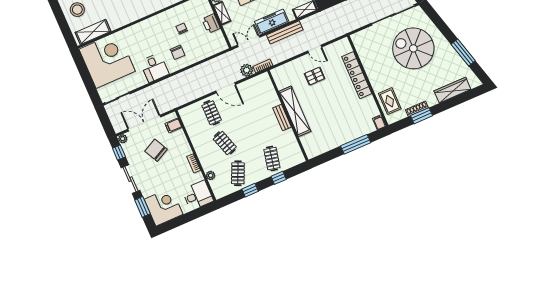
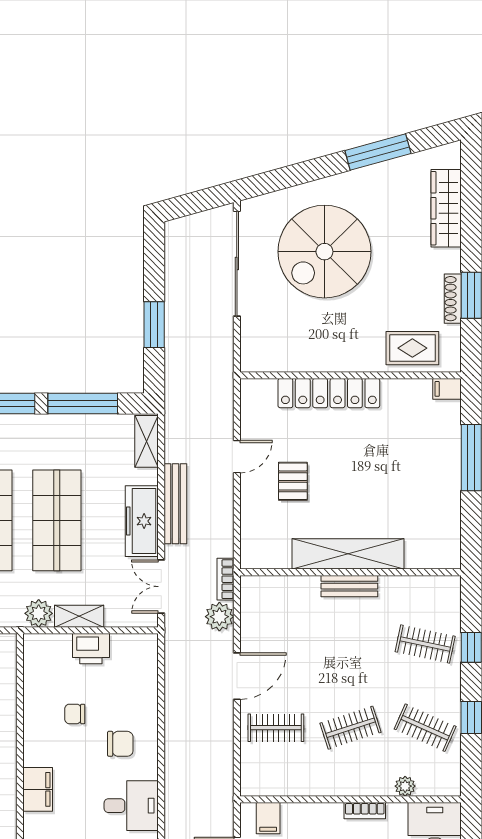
filing cabinet: (144, 27) -> (38, 789), added

